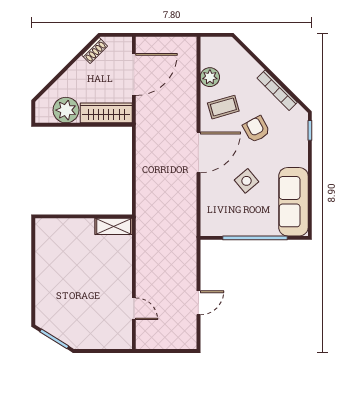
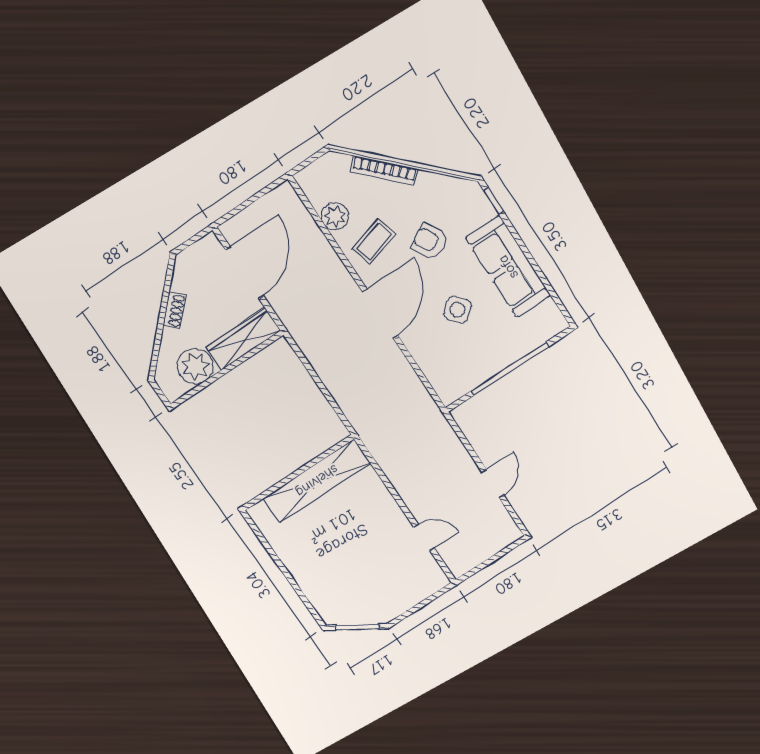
shoe rack: (95, 51) -> (174, 310), moved
bookcase: (277, 90) -> (384, 170), moved
sofa: (293, 202) -> (508, 267), moved
shelving: (114, 226) -> (317, 481), width x2.20, depth x1.33

